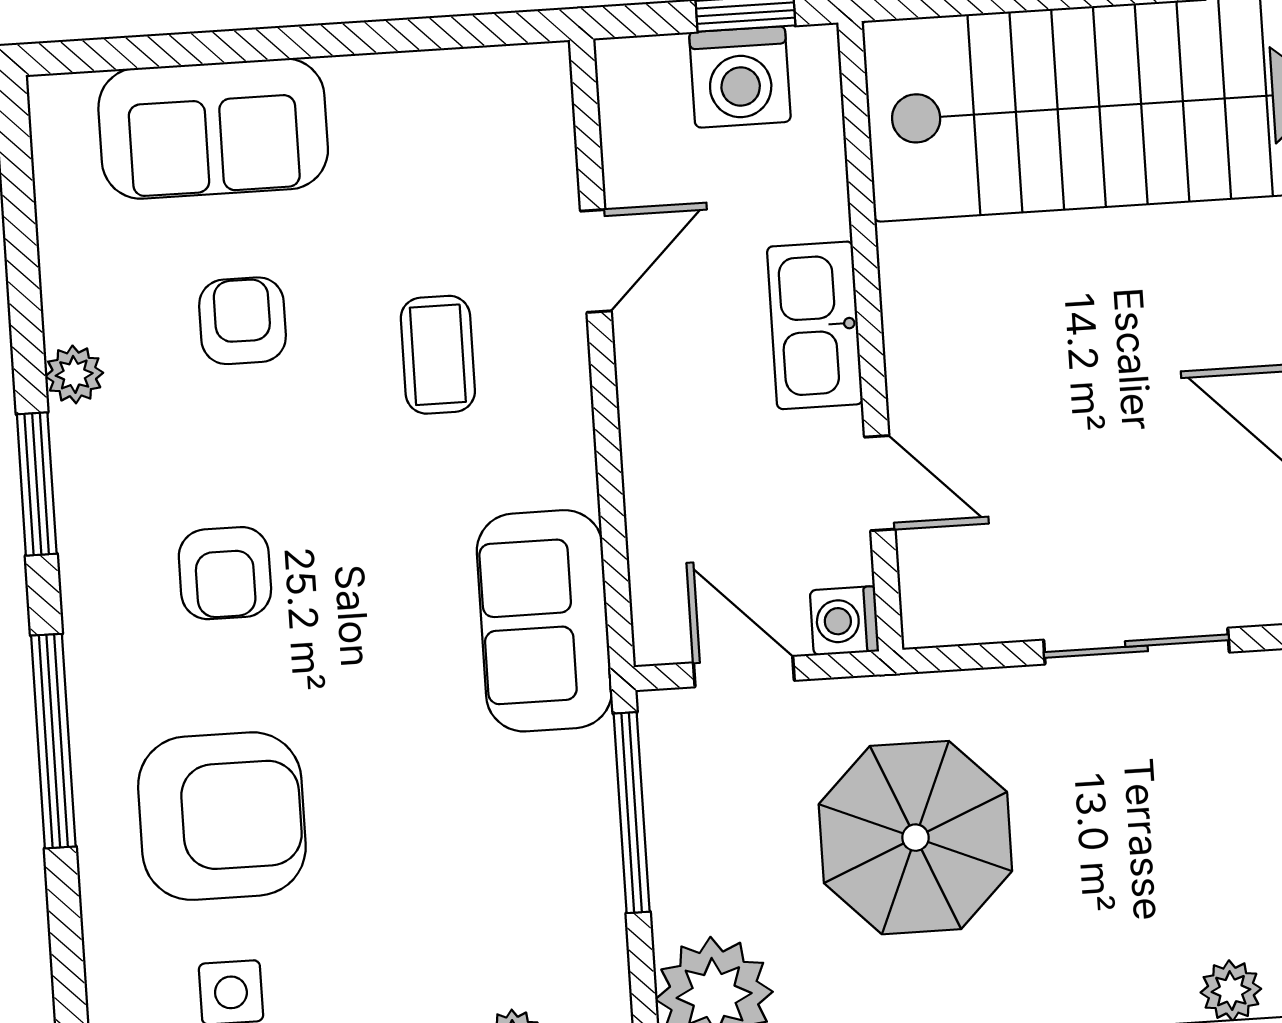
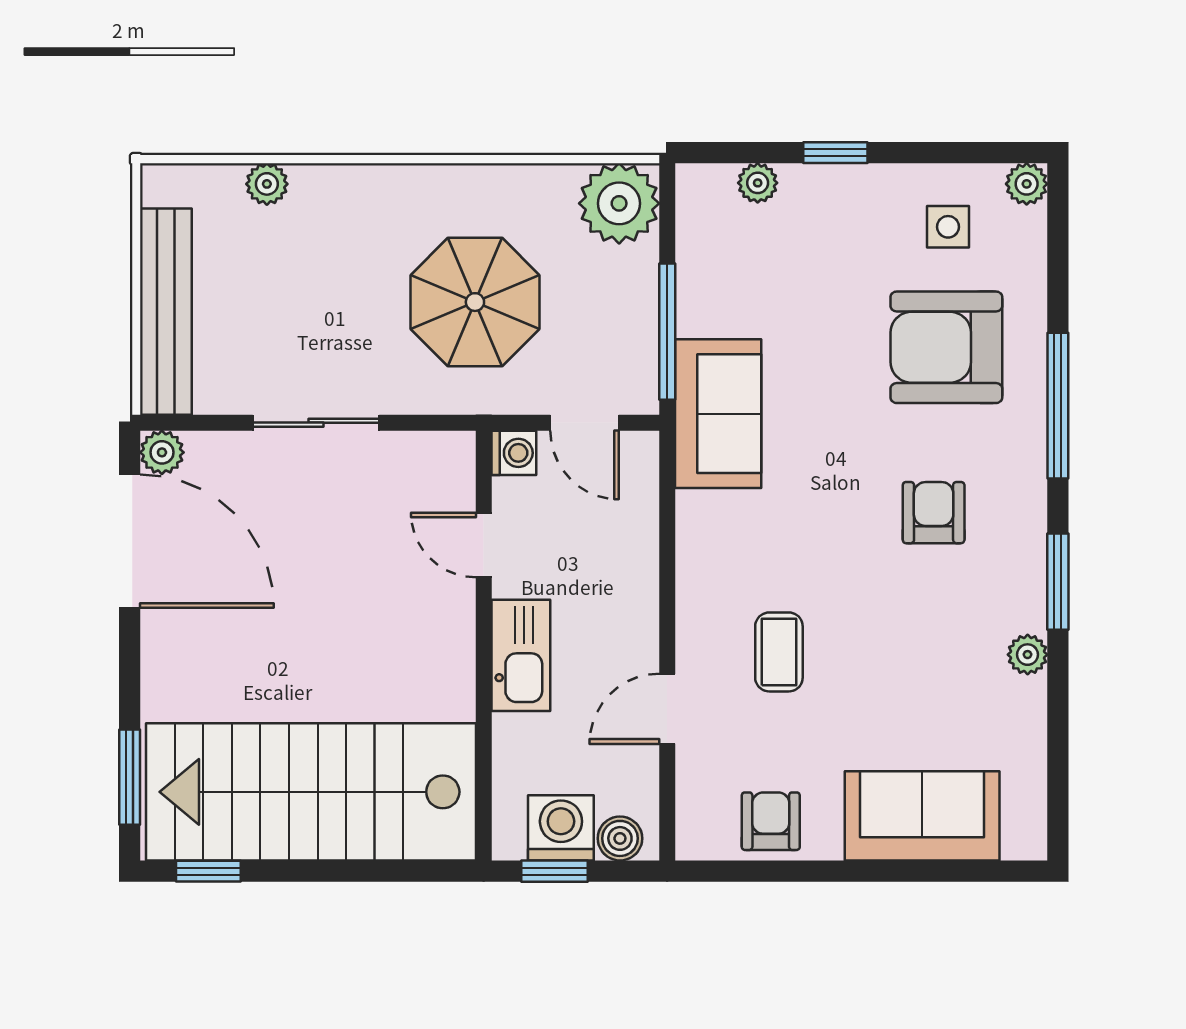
boiler: (653, 67) -> (620, 838), added
armchair: (242, 321) -> (771, 821), moved, turned 180
sofa: (544, 621) -> (718, 414), moved

